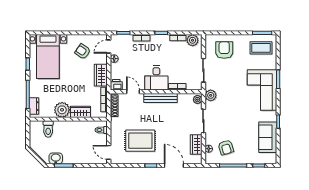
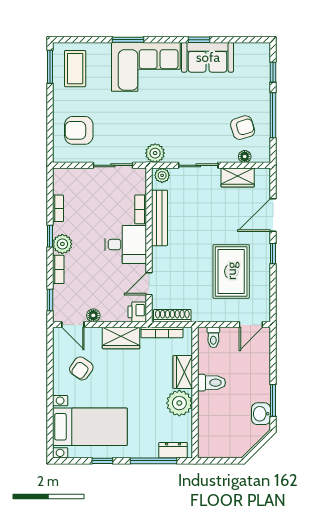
plant: (193, 40) -> (62, 244), moved
bench: (161, 98) -> (160, 218), moved
toilet: (48, 129) -> (212, 383), moved
sofa: (268, 137) -> (208, 57), moved

